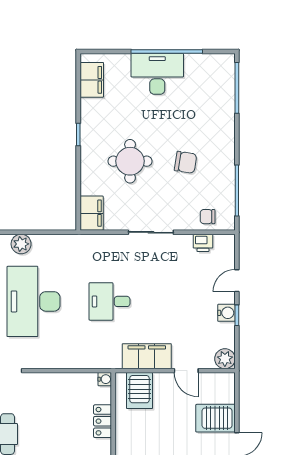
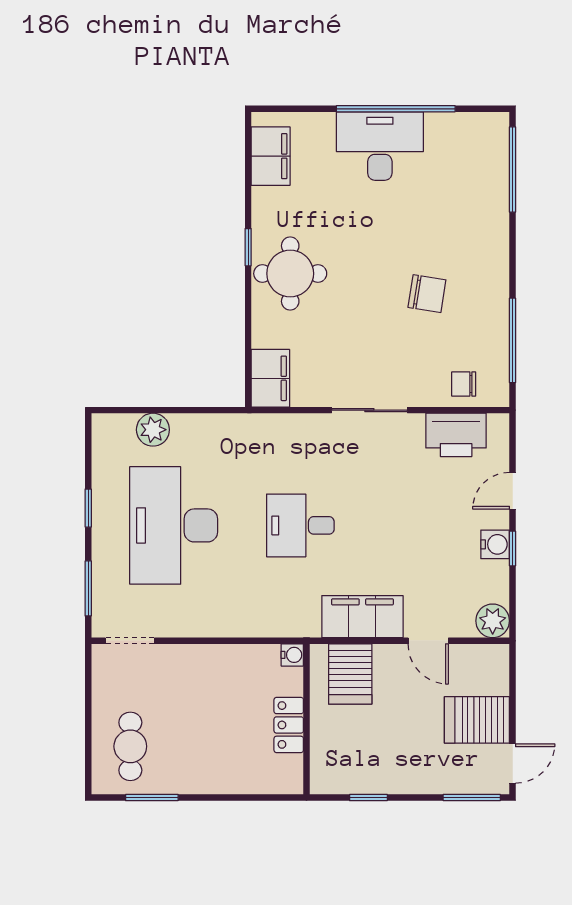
round table: (130, 161) -> (290, 274), moved
printer: (203, 243) -> (456, 435), width x1.87, depth x1.48

